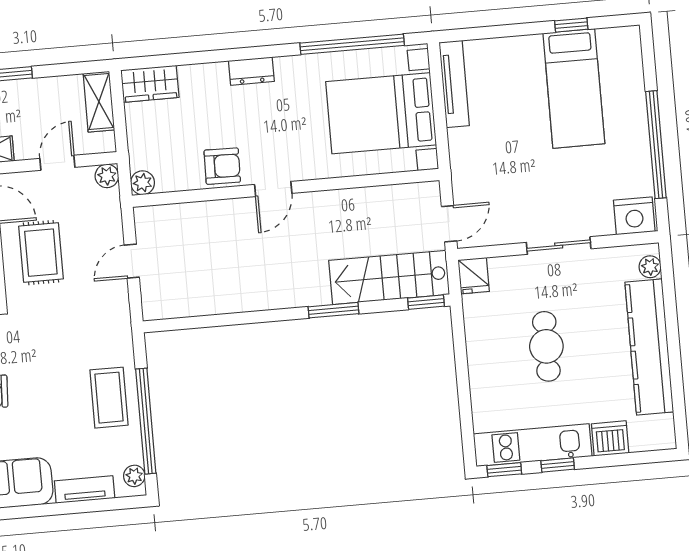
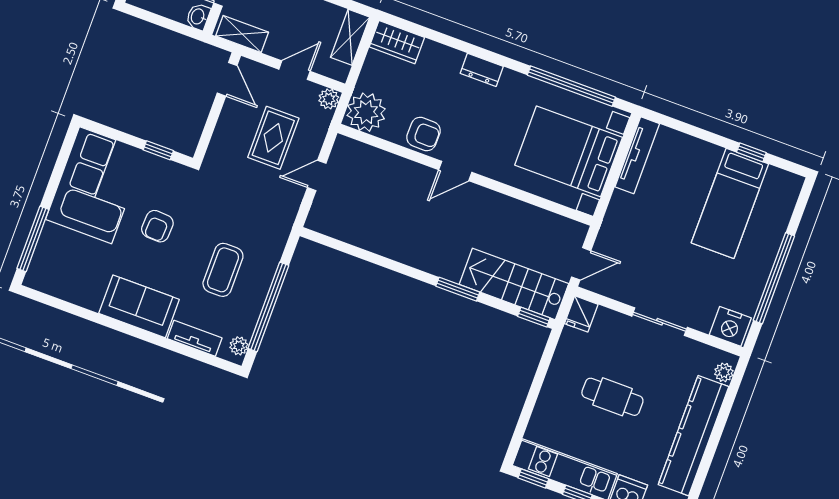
plant: (143, 183) -> (366, 112), width x1.87, depth x1.87
rug: (41, 253) -> (273, 138), moved
cafe table: (546, 346) -> (612, 397), turned 90
coffee table: (109, 398) -> (223, 270), moved

